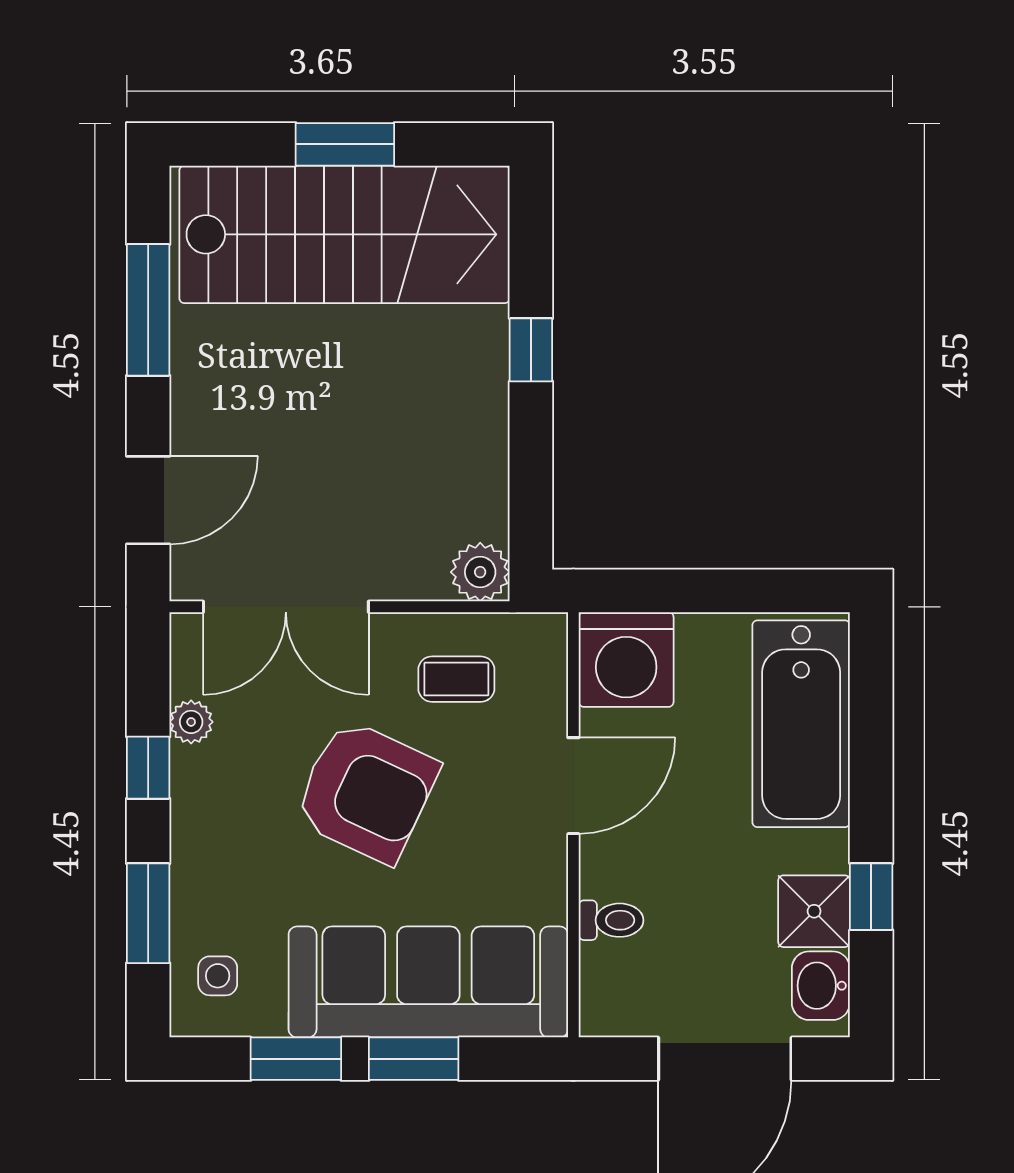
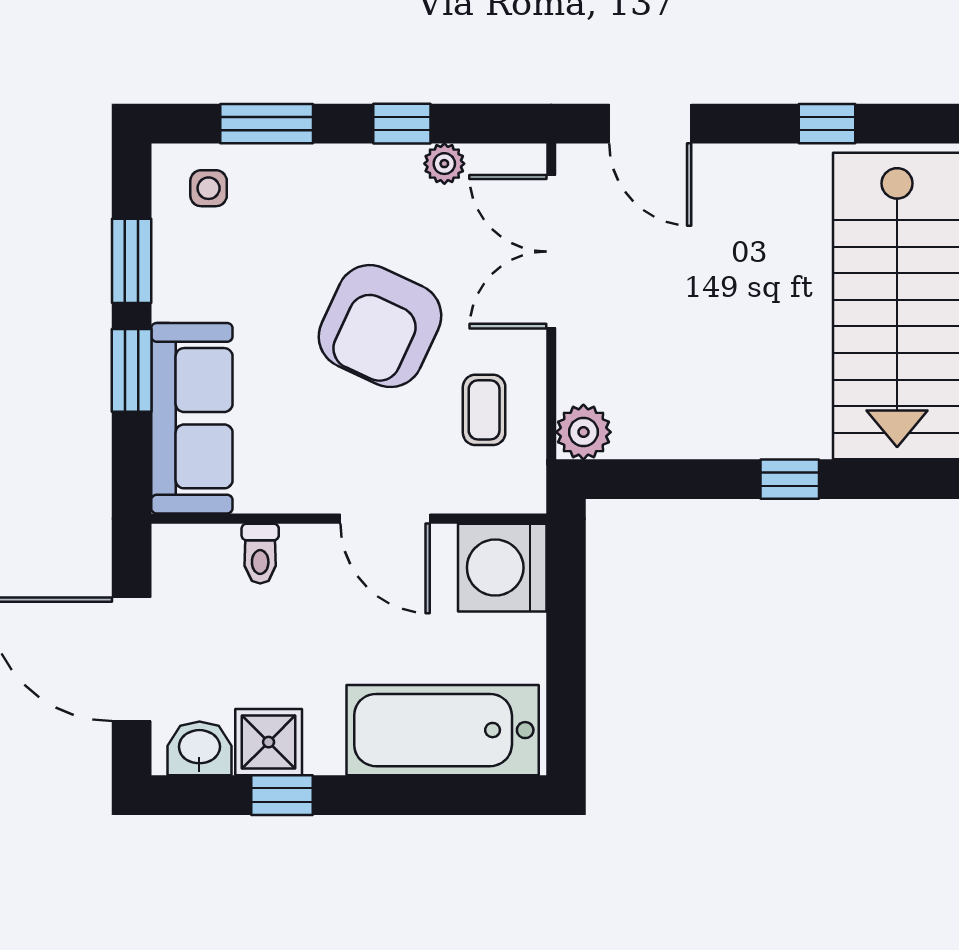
window: (148, 310) -> (827, 124), width x0.46
sofa: (428, 982) -> (192, 418), width x0.74, depth x0.79

